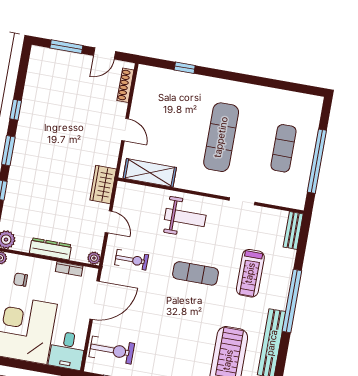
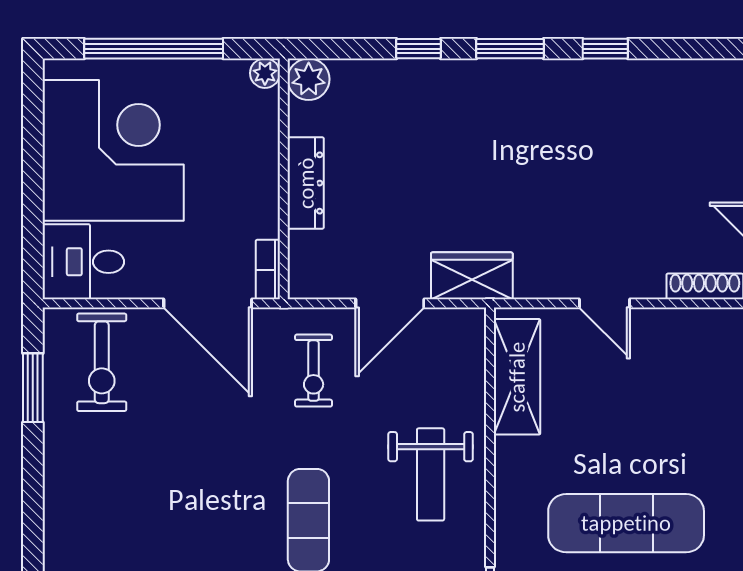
door: (125, 130) -> (604, 303), hinge flipped
door: (109, 222) -> (390, 303), width x1.38
plant: (94, 258) -> (302, 285), removed
bookcase: (69, 269) -> (268, 270), moved
chair: (21, 280) -> (224, 128), removed

